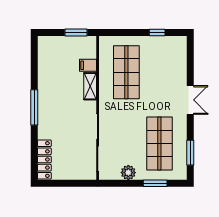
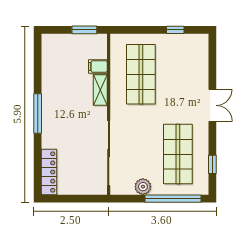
window: (190, 153) -> (212, 164), width x0.67
window: (155, 183) -> (173, 199), width x2.11

